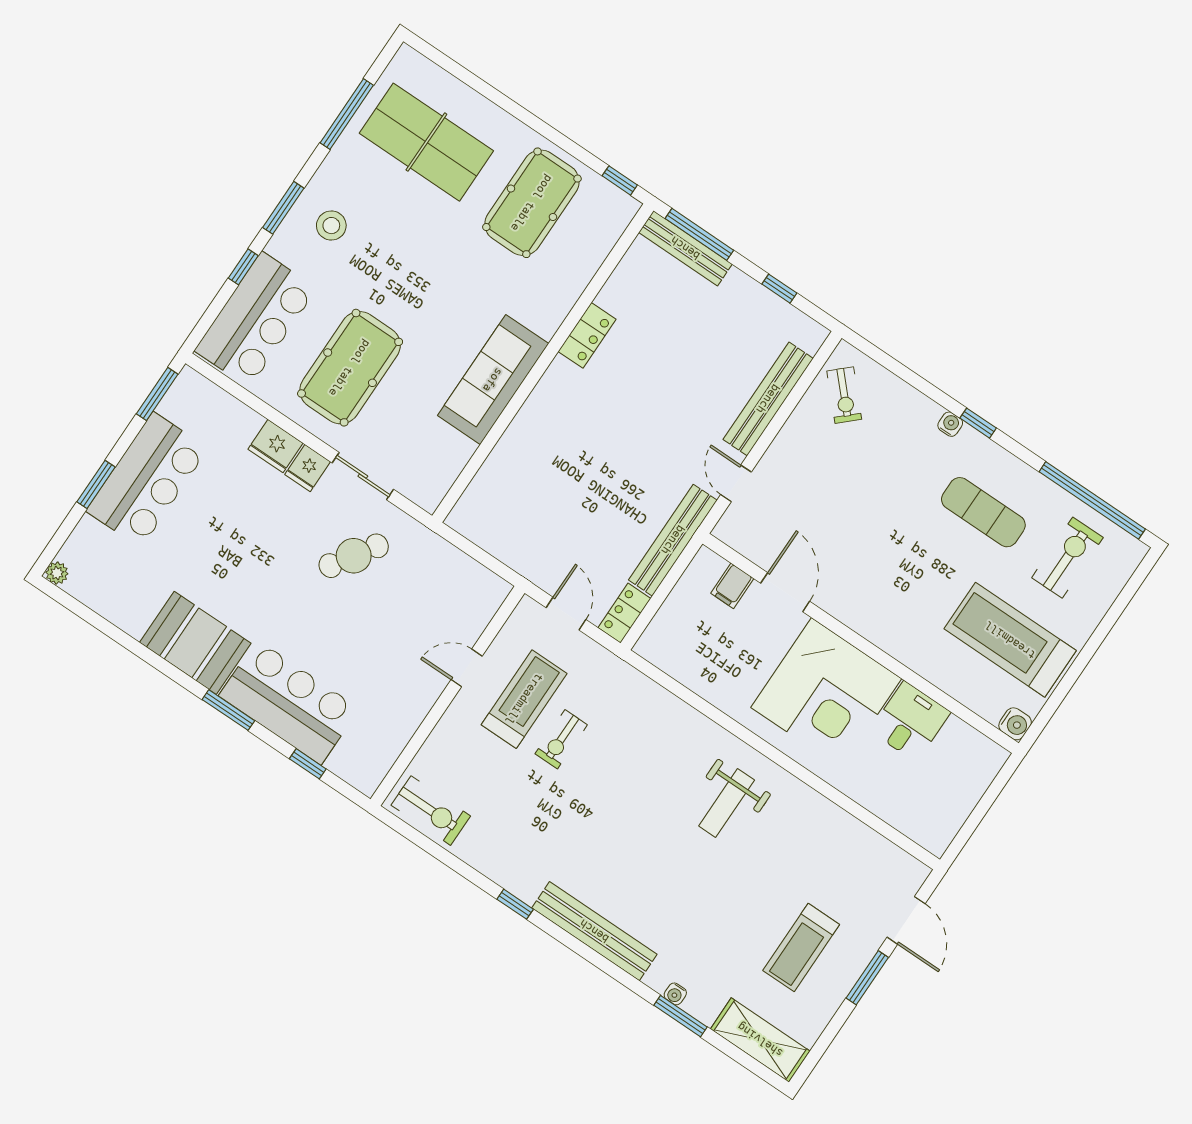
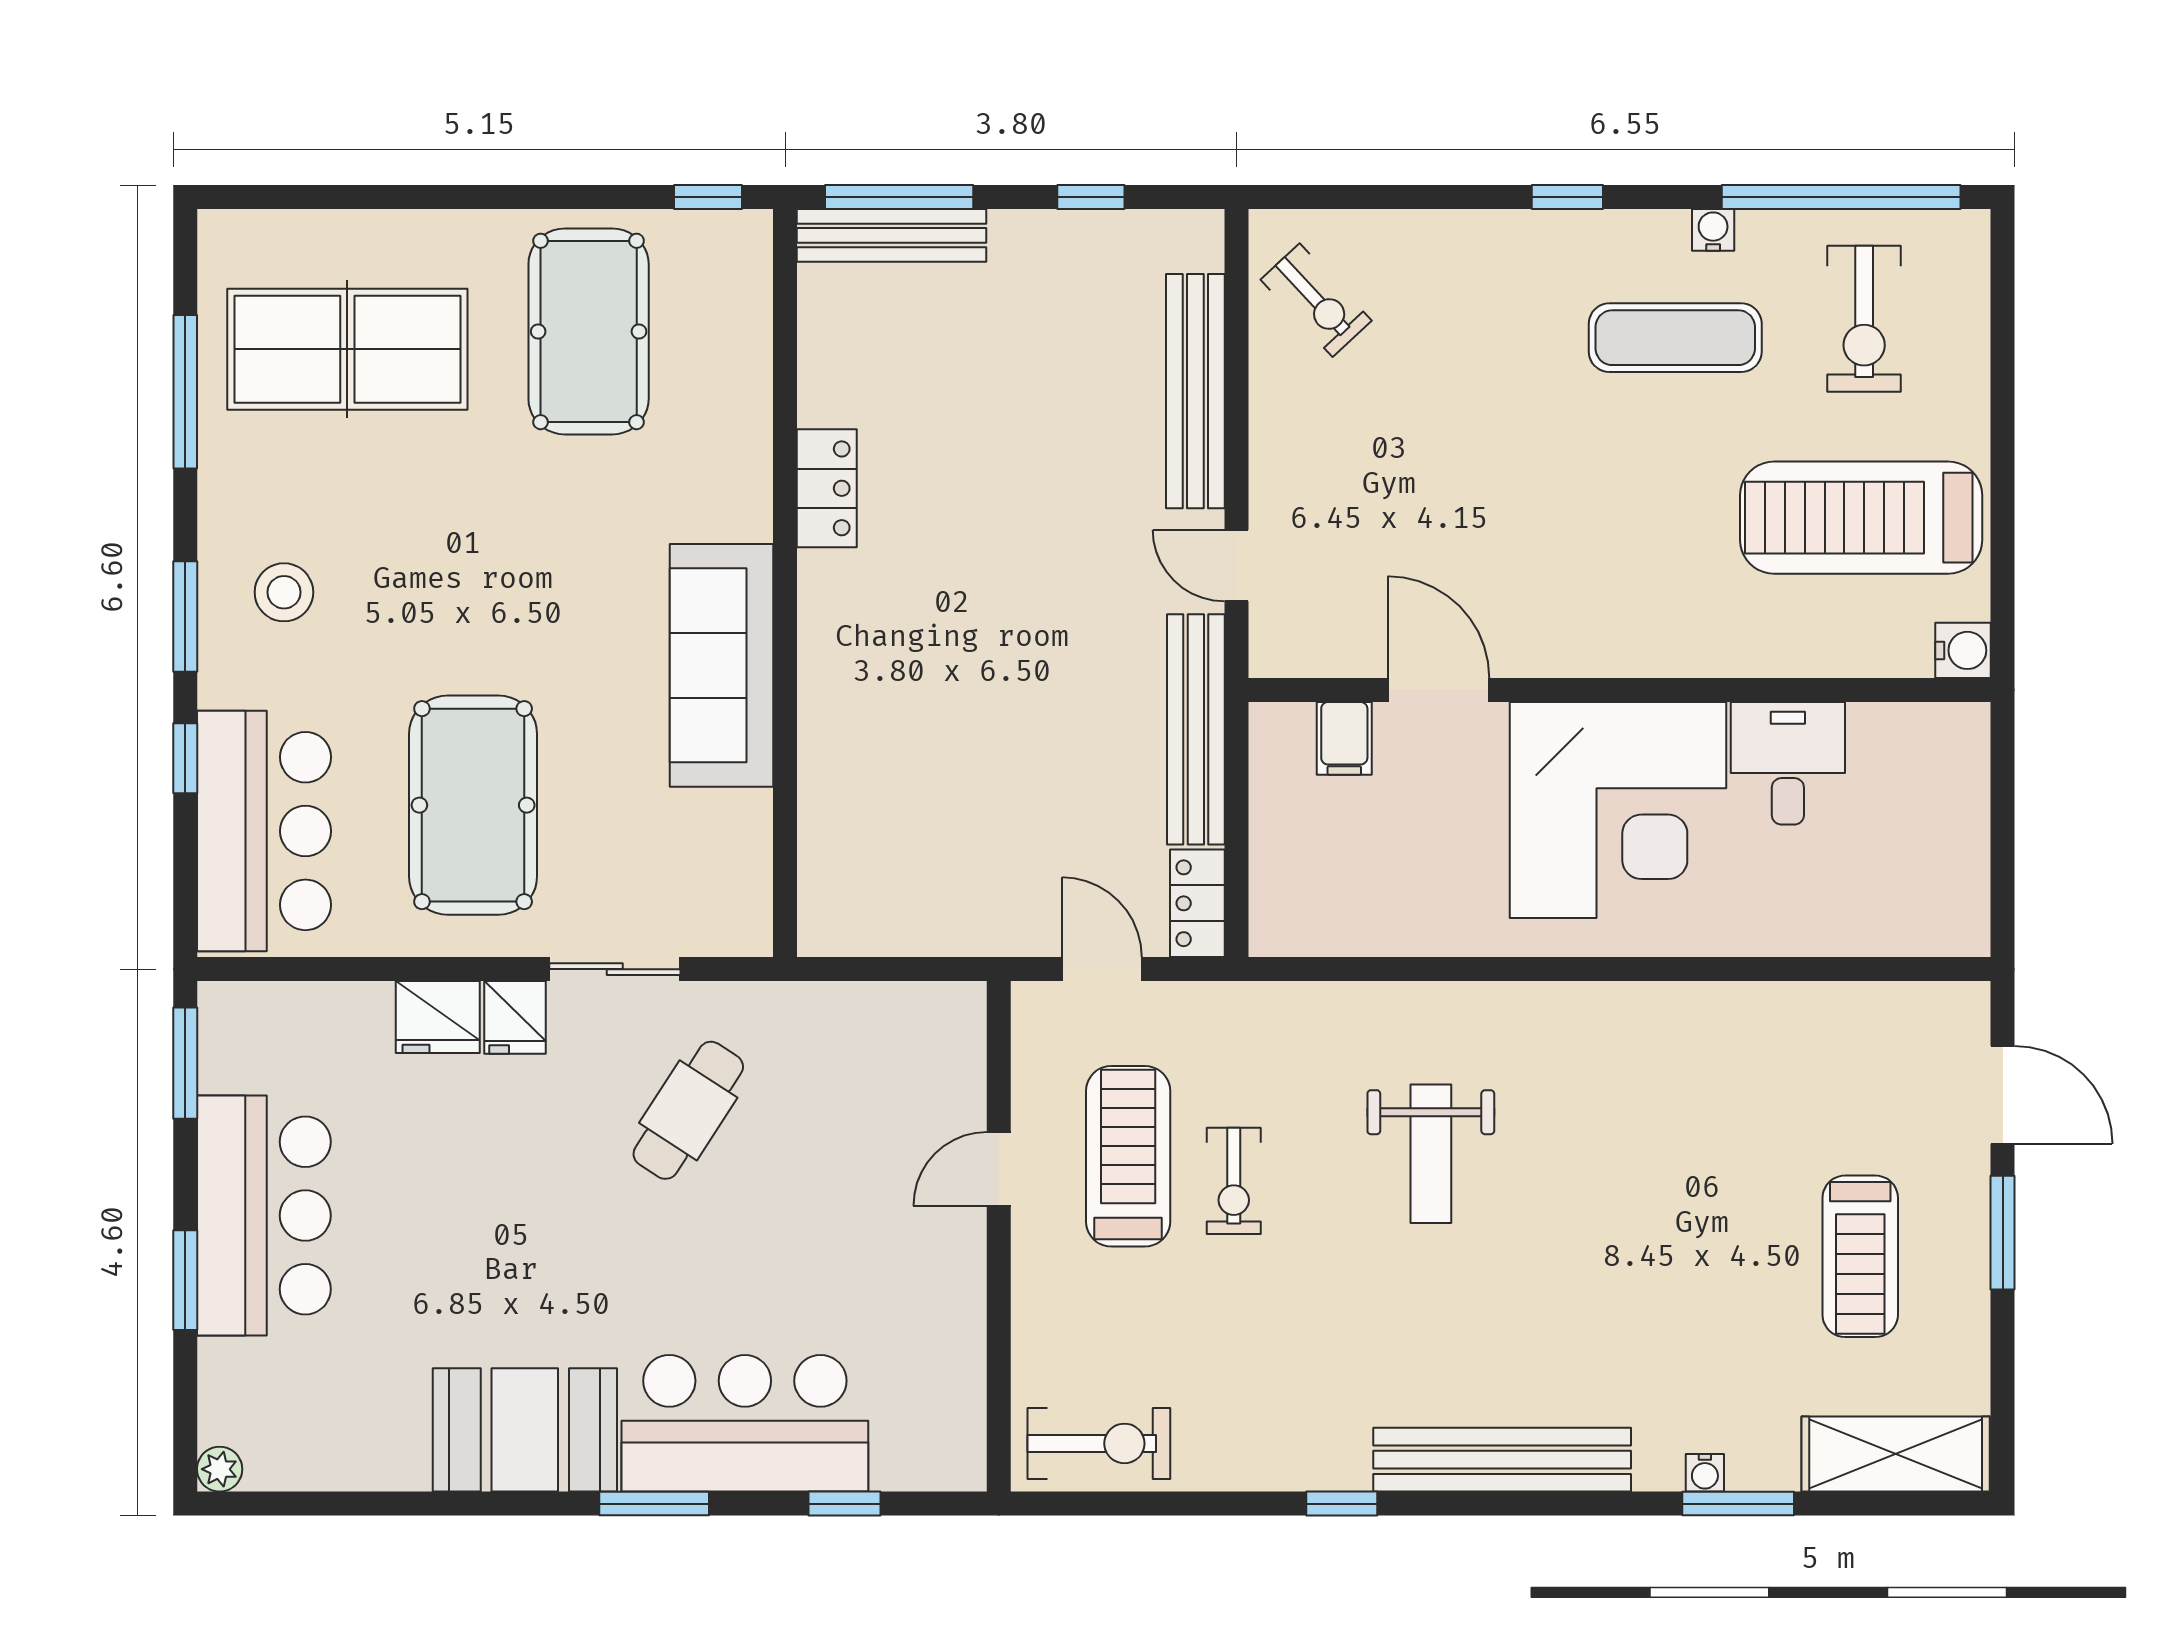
water cooler: (950, 424) -> (1713, 230), moved
exercise bike: (1067, 558) -> (1864, 319), turned 180
weight bench: (727, 803) -> (1431, 1154), moved

